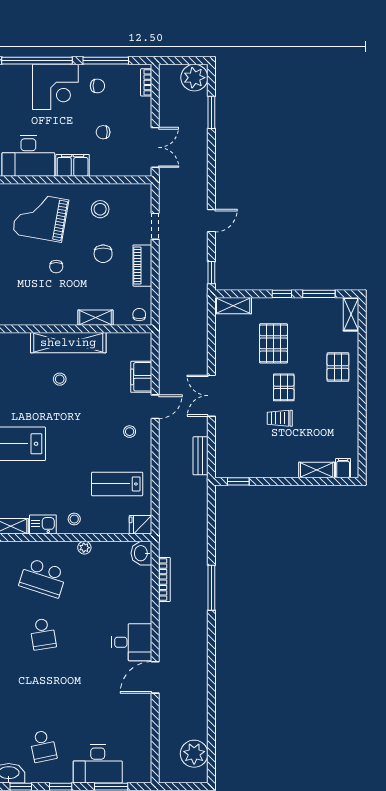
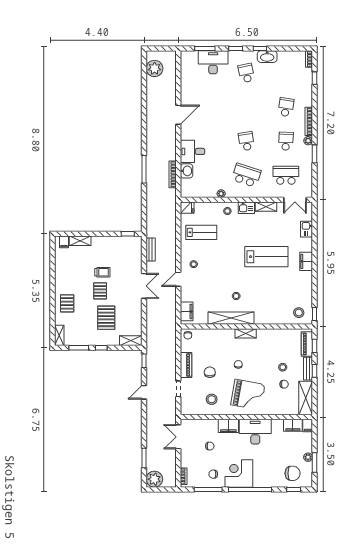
shelving: (95, 318) -> (246, 333), moved
filing cabinet: (141, 377) -> (187, 311), moved
washbasin: (141, 553) -> (187, 171), moved
desk: (132, 642) -> (192, 151), moved

